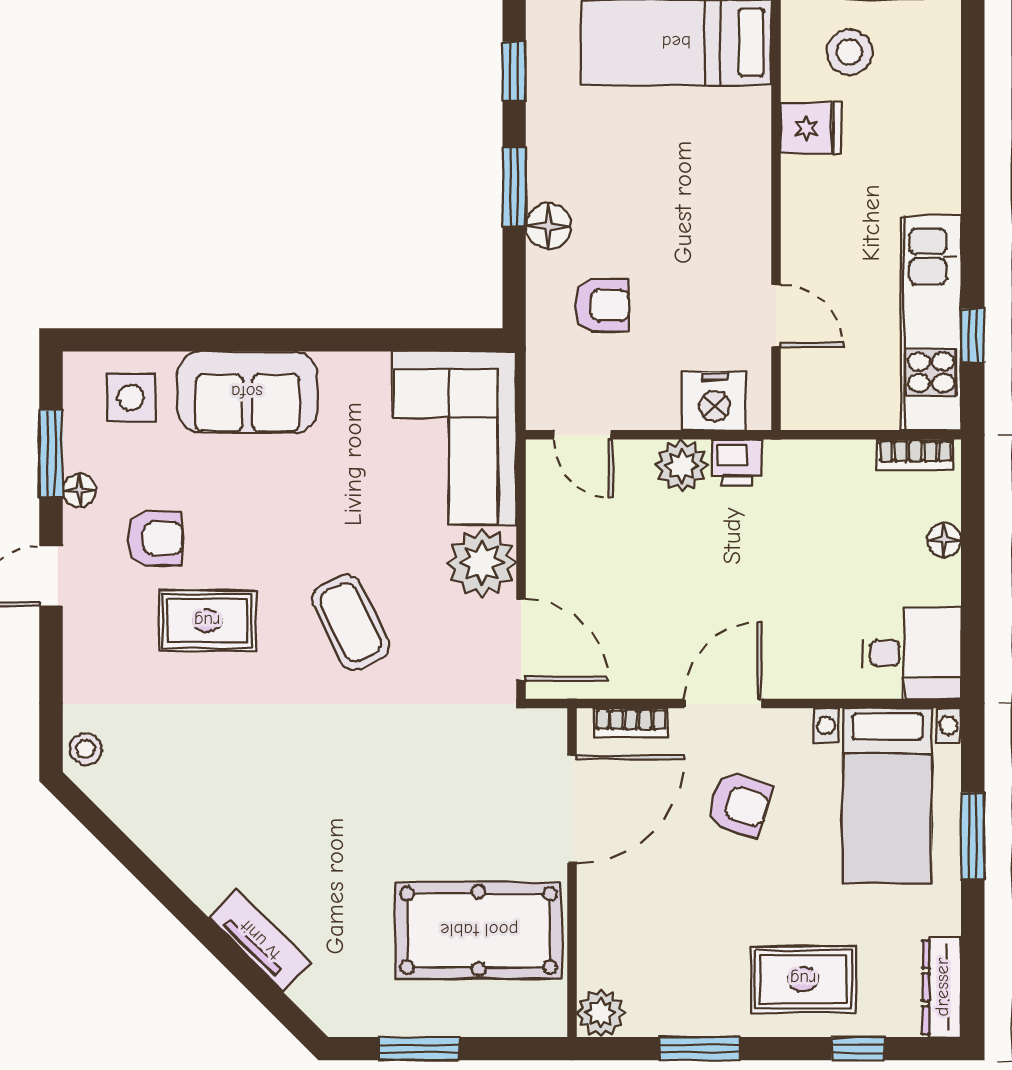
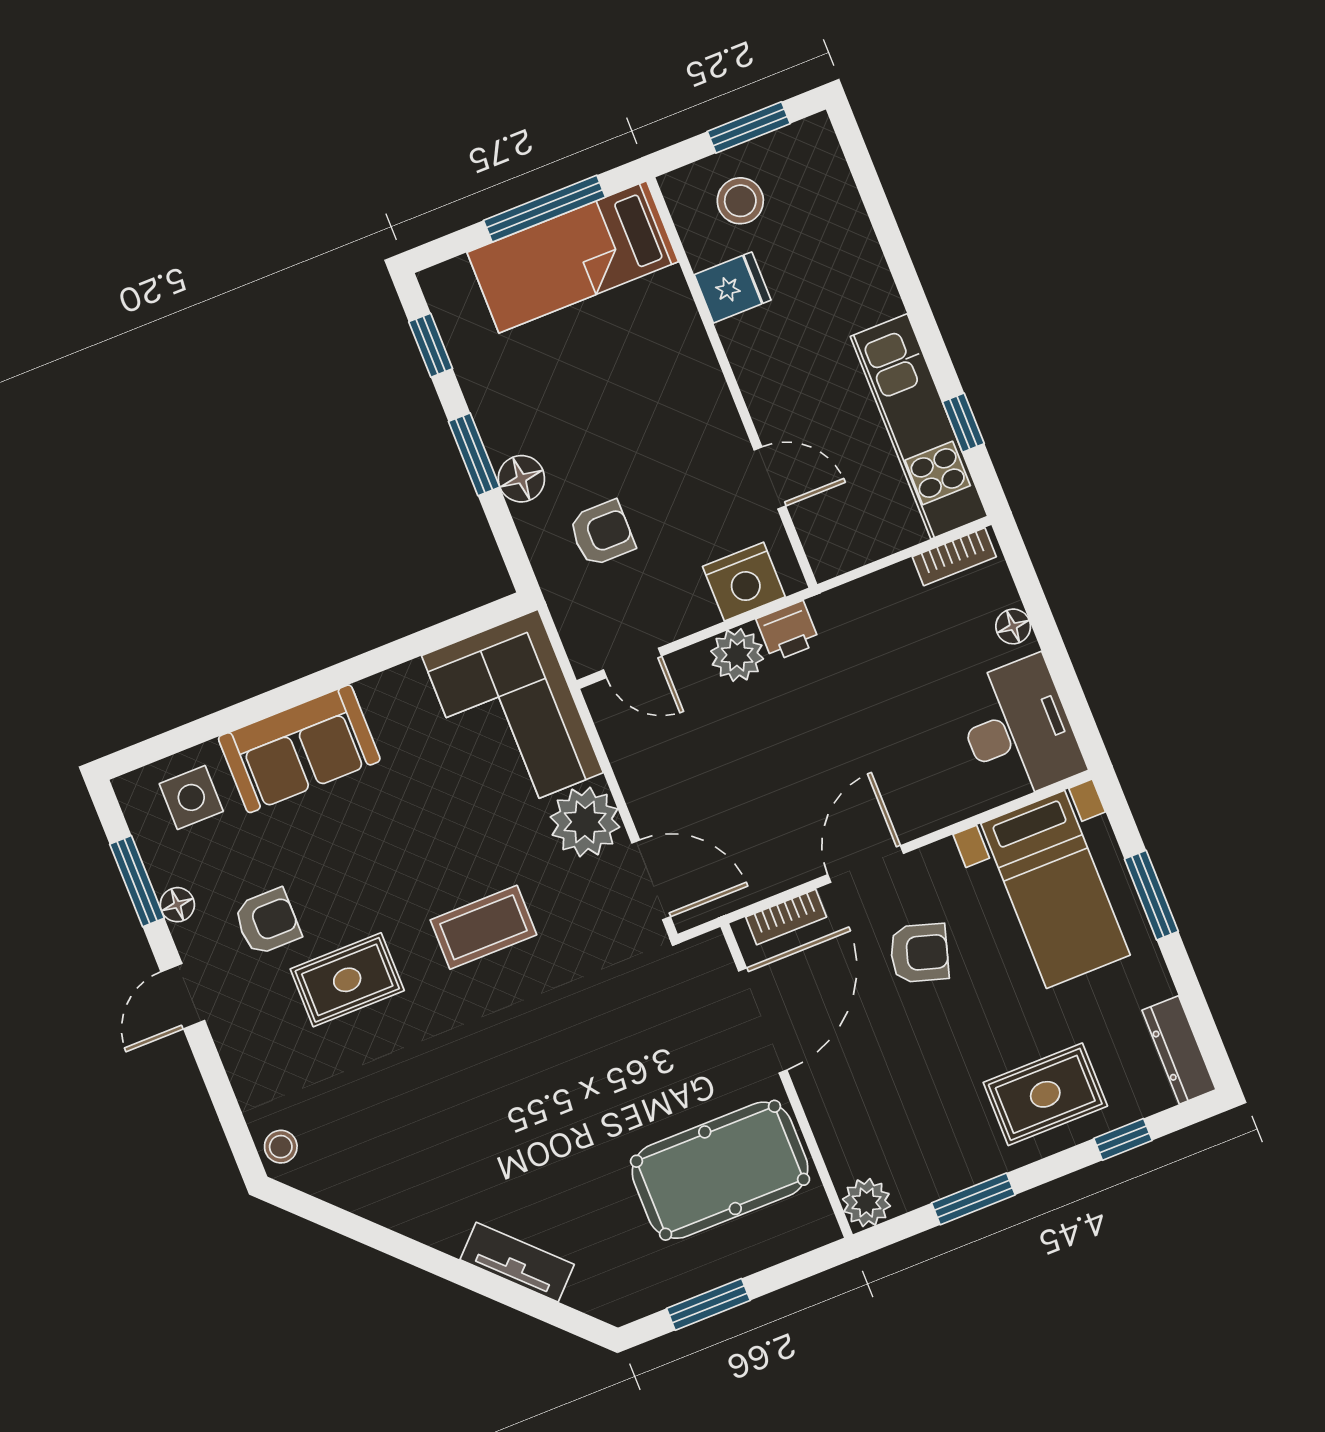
coffee table: (351, 622) -> (483, 927), turned -64
desk: (912, 653) -> (1018, 729), width x1.37

